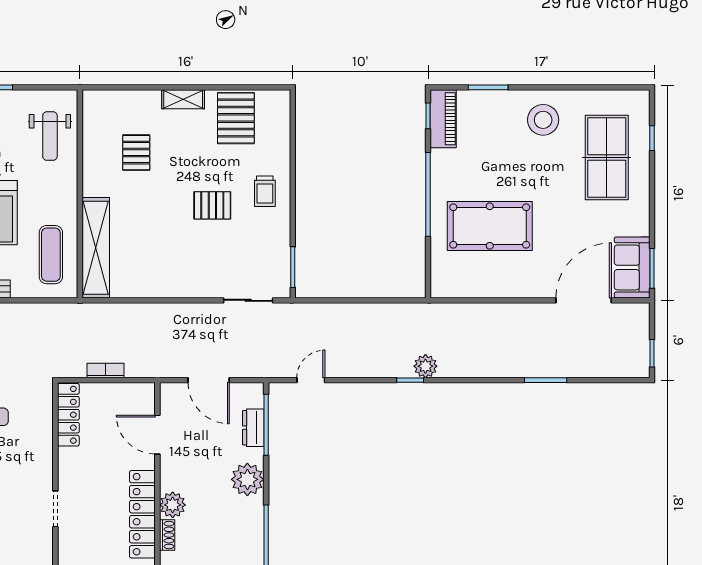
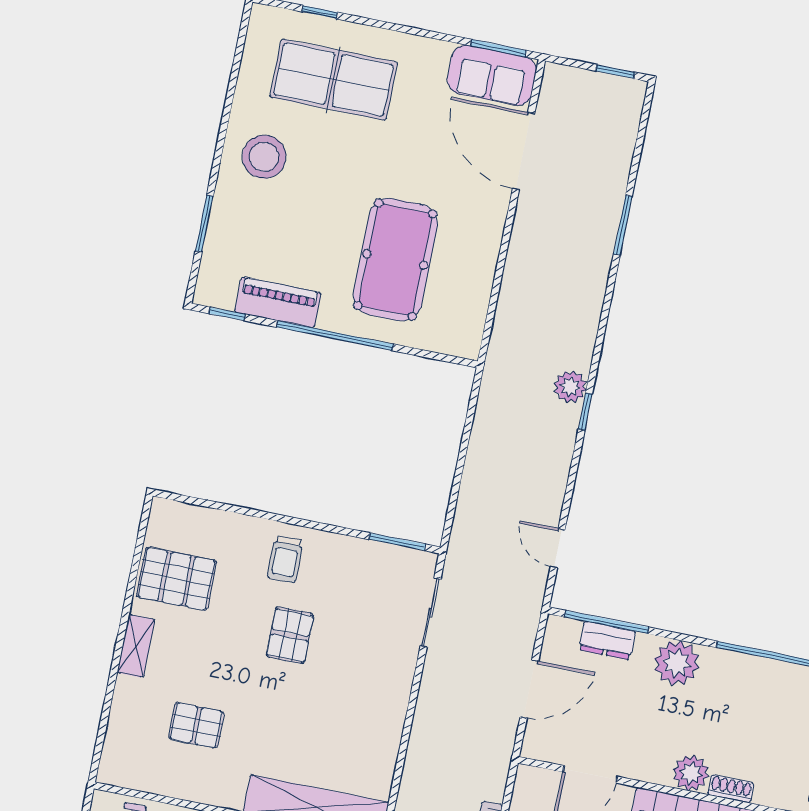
piano: (443, 119) -> (278, 302), moved
trolley: (265, 191) -> (285, 559), turned 90

